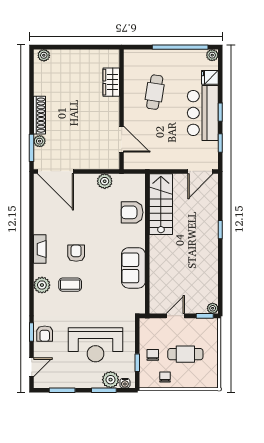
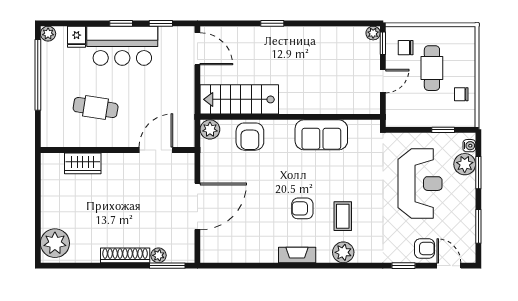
plant: (44, 55) -> (55, 243), width x1.88, depth x1.88
door: (55, 171) -> (197, 206), moved
plant: (105, 181) -> (210, 129), moved
door: (175, 316) -> (383, 81), swing flipped
armchair: (45, 334) -> (424, 249), moved
chair: (153, 355) -> (406, 48), moved

